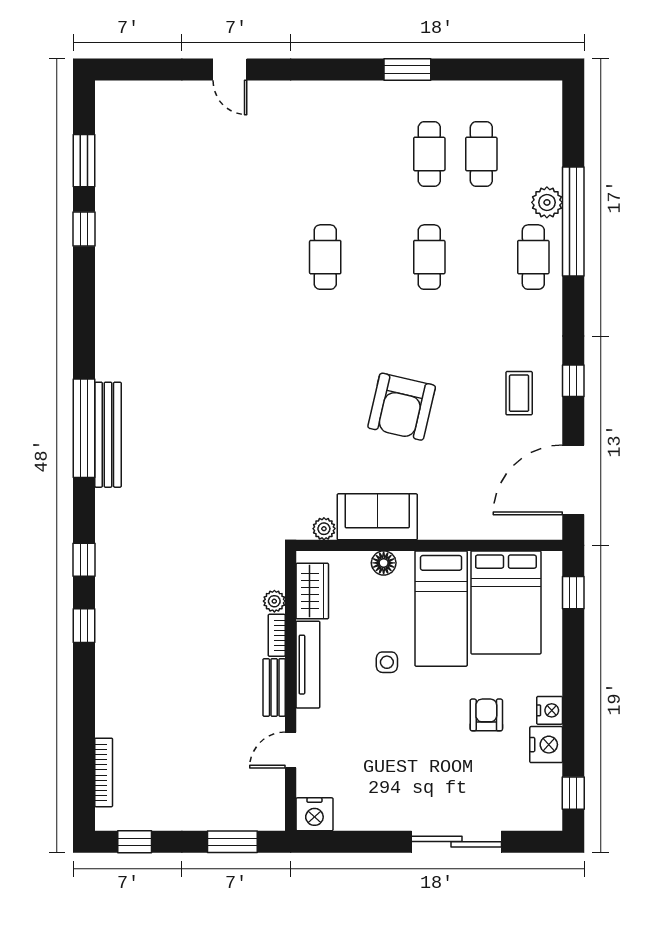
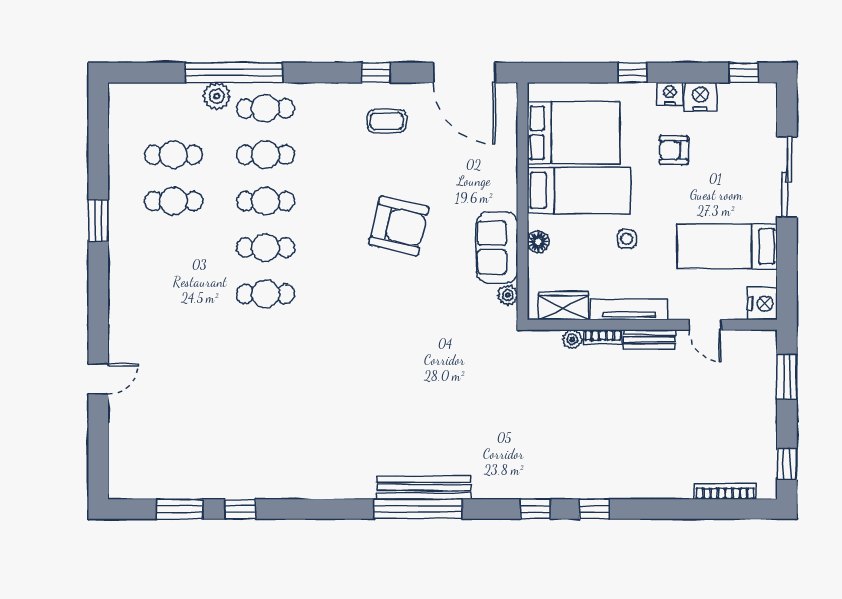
cafe table: (377, 257) -> (265, 247), added
cafe table: (481, 257) -> (265, 155), added
window: (573, 593) -> (633, 73), moved
bed: (379, 775) -> (727, 246), added

